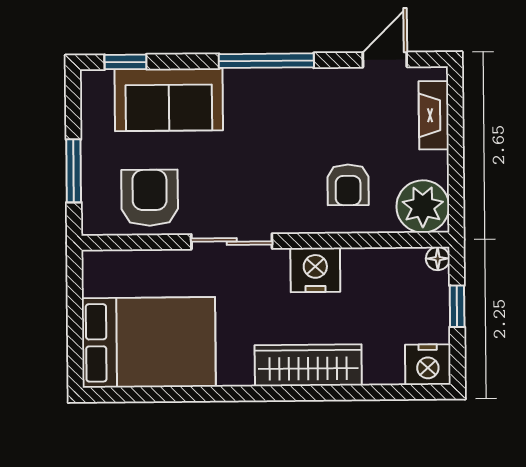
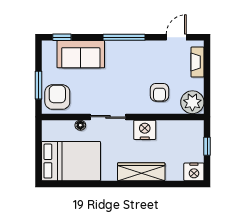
armchair: (150, 198) -> (57, 97), moved
floor lamp: (438, 259) -> (80, 125), moved

